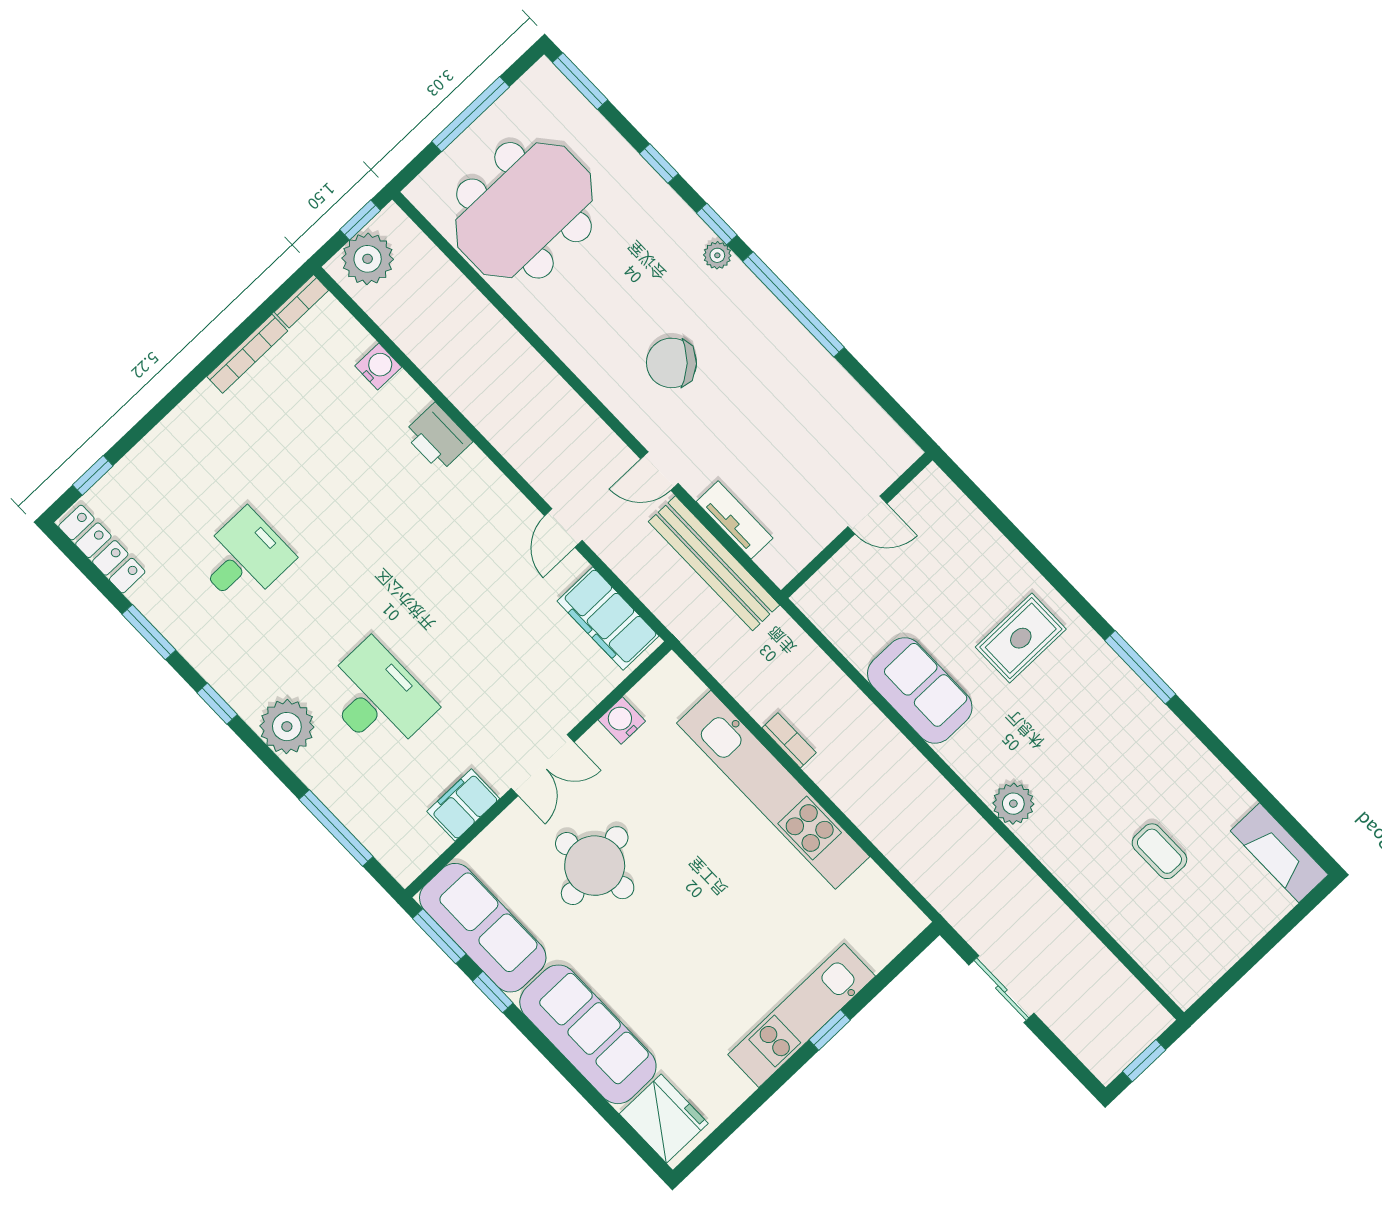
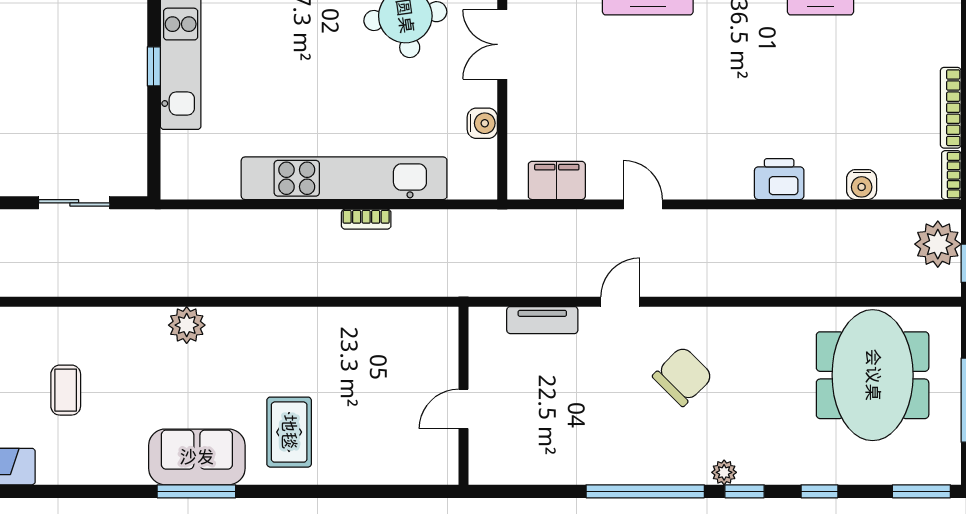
bench: (714, 563) -> (527, 280), removed
filing cabinet: (608, 619) -> (557, 180), width x0.67, depth x0.86
sofa: (920, 690) -> (197, 457), moved, turned 180
coffee table: (1159, 851) -> (66, 390), turned 90

